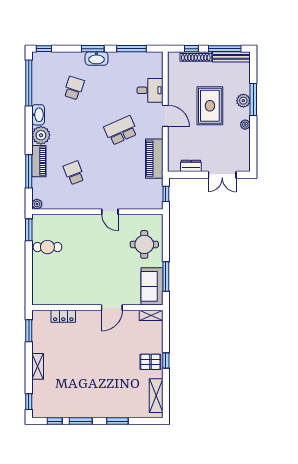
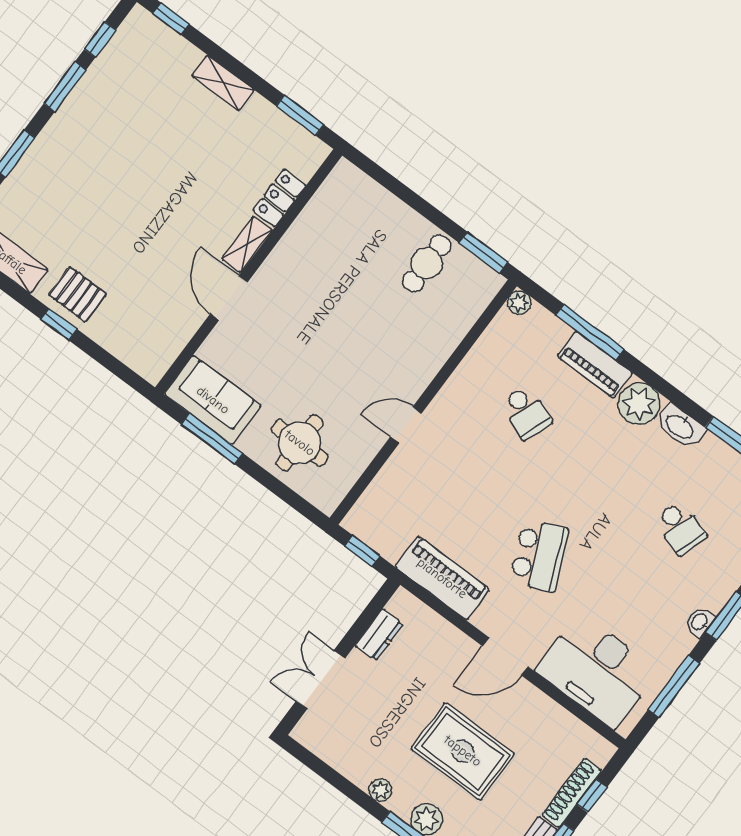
washbasin: (97, 58) -> (700, 622), width x0.52, depth x0.69
desk: (150, 90) -> (597, 670), width x1.87, depth x1.30
school desk: (74, 173) -> (526, 412), turned 42
shelving: (151, 315) -> (247, 244), moved
pallet: (150, 362) -> (78, 294), turned 90

